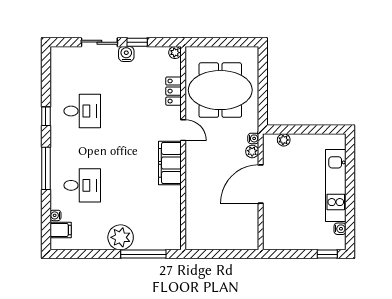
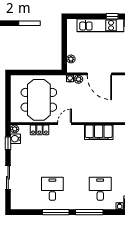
window: (137, 42) -> (8, 143), moved
water cooler: (126, 54) -> (16, 139), moved
window: (46, 116) -> (56, 212), width x2.17
filing cabinet: (170, 163) -> (99, 132), moved
window: (350, 204) -> (112, 16), added

